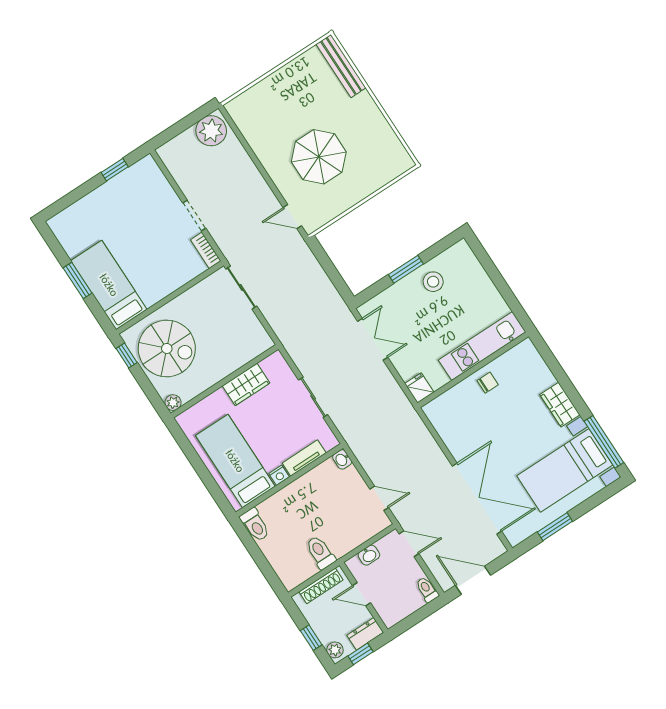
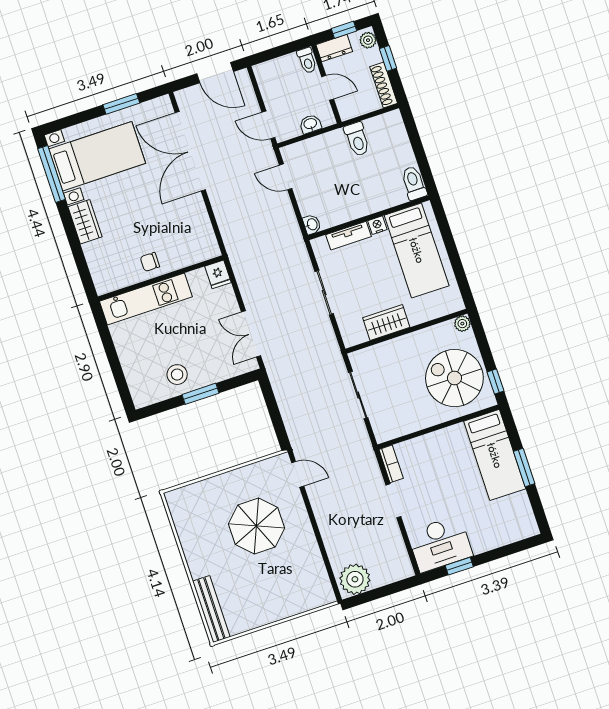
desk: (139, 186) -> (440, 544), added
sliding door: (241, 288) -> (358, 395), moved
shoe rack: (321, 586) -> (384, 85), moved, turned -90
toilet: (427, 590) -> (307, 60), moved

